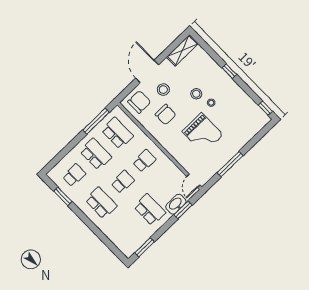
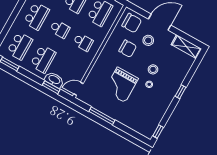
chair: (166, 115) -> (128, 49), turned -90
school desk: (128, 231) -> (20, 46), added

